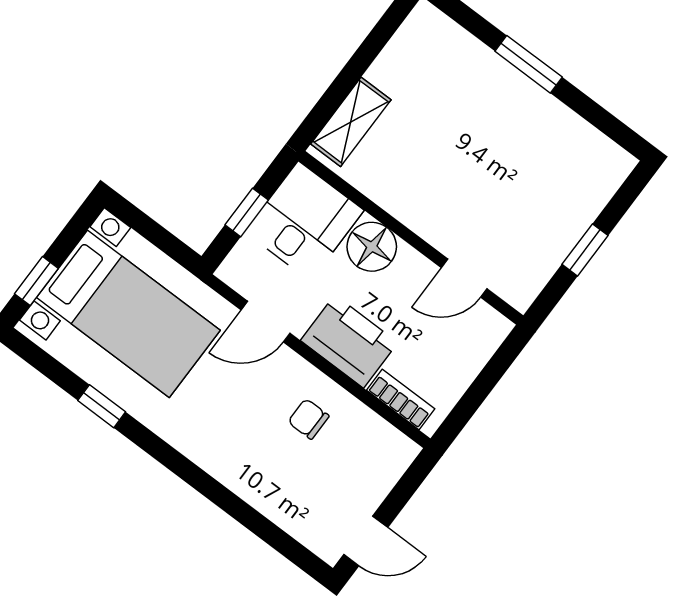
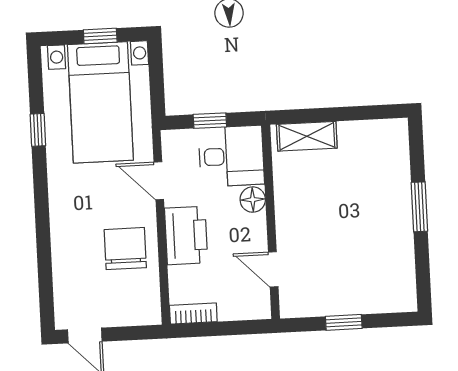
floor lamp: (372, 247) -> (253, 200), width x0.73, depth x0.73
window: (36, 281) -> (100, 36), moved
bookcase: (401, 399) -> (193, 314), moved, turned -90
chair: (308, 419) -> (125, 249), width x1.87, depth x1.87

